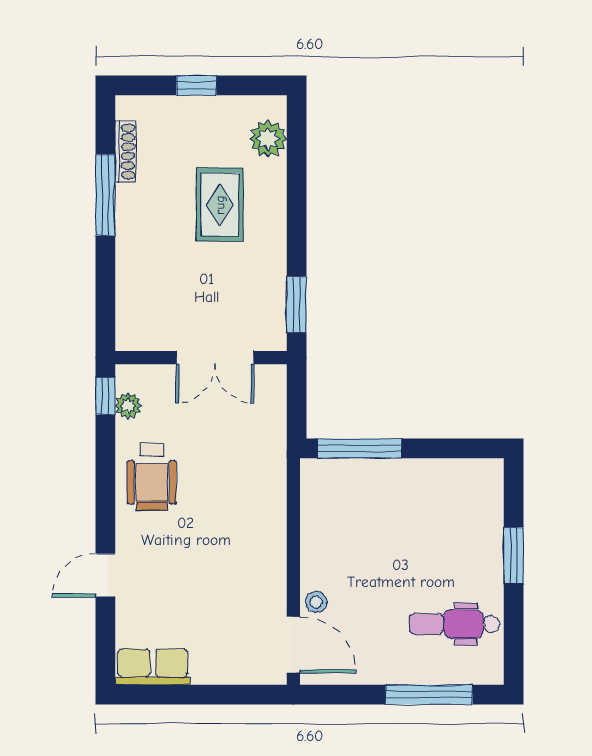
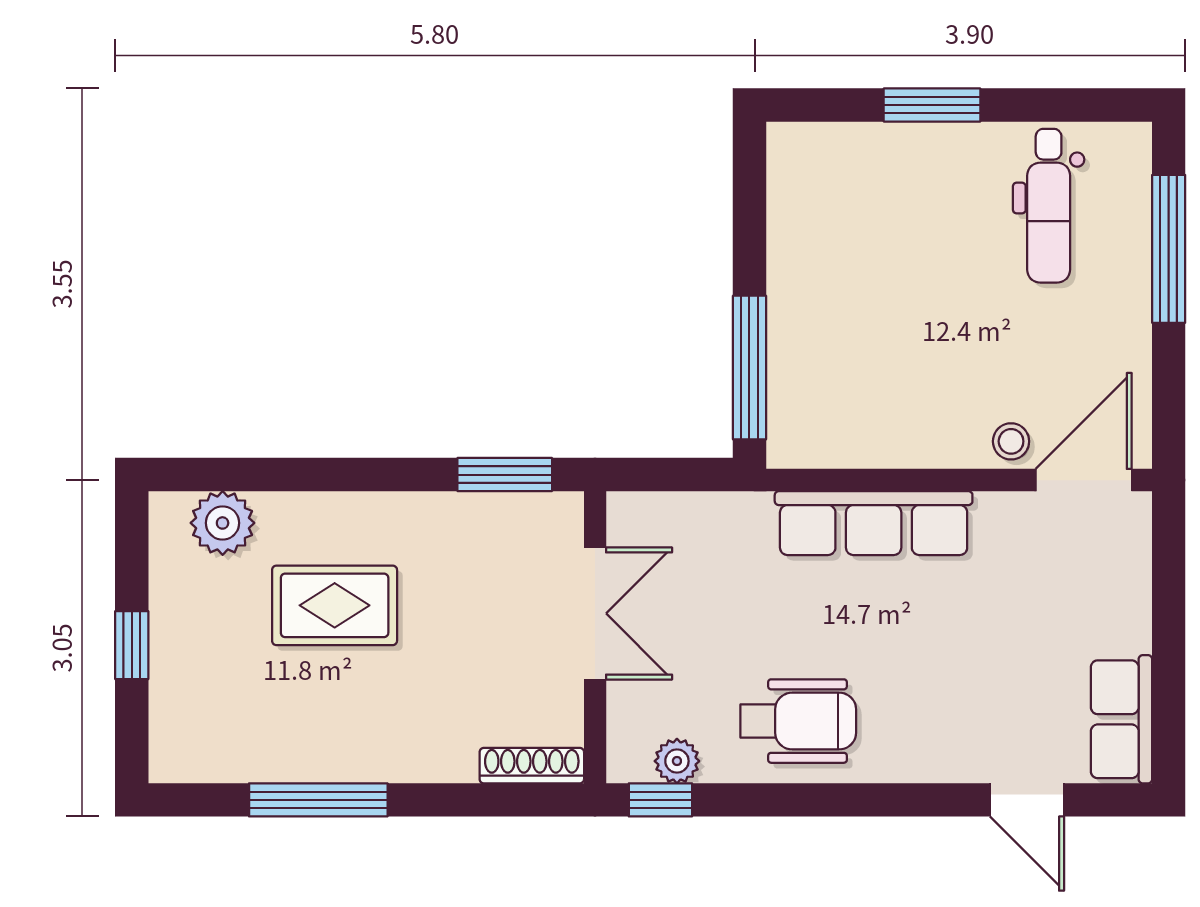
shoe rack: (126, 151) -> (532, 766), moved
row of seats: (268, 521) -> (874, 523), added
door: (105, 575) -> (1027, 800), moved

